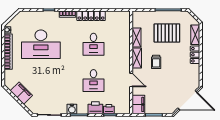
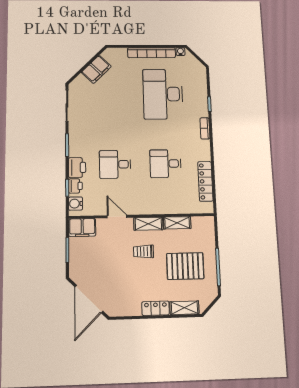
locker: (91, 16) -> (205, 181), moved
pallet: (167, 33) -> (185, 266), turned 90
door: (131, 80) -> (117, 217), swing flipped
water cooler: (72, 109) -> (76, 204), moved

